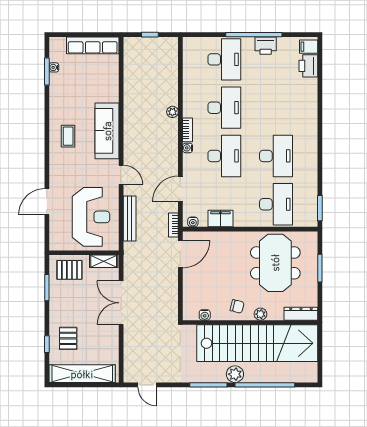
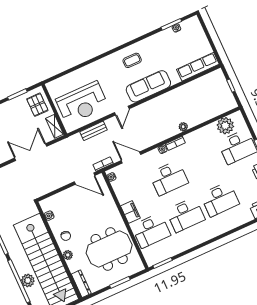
row of seats: (93, 45) -> (198, 67), moved, turned 90
plant: (194, 62) -> (225, 126), added
desk: (224, 108) -> (220, 199), moved
door: (47, 202) -> (78, 67), removed
bench: (130, 218) -> (93, 131), width x0.73
filing cabinet: (220, 219) -> (130, 212), moved
plant: (235, 374) -> (28, 281), moved

